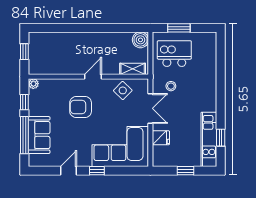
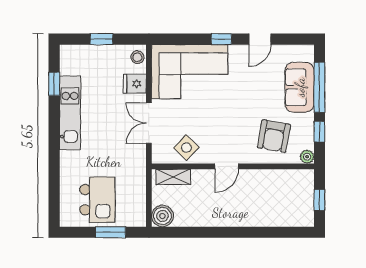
kitchen island: (174, 54) -> (97, 200), moved, turned -90
stool: (171, 86) -> (137, 57), moved
armchair: (81, 107) -> (274, 136), moved, turned 100
kitchen unit: (209, 139) -> (70, 113), moved

